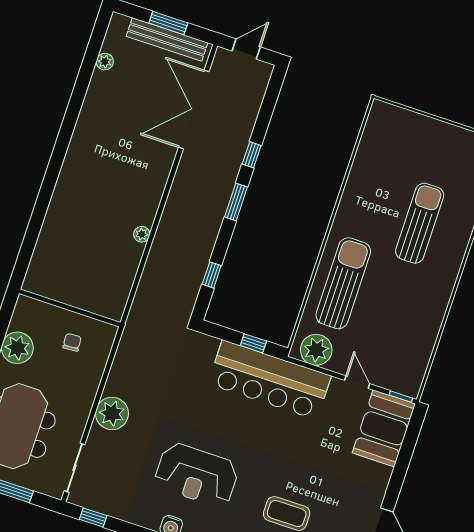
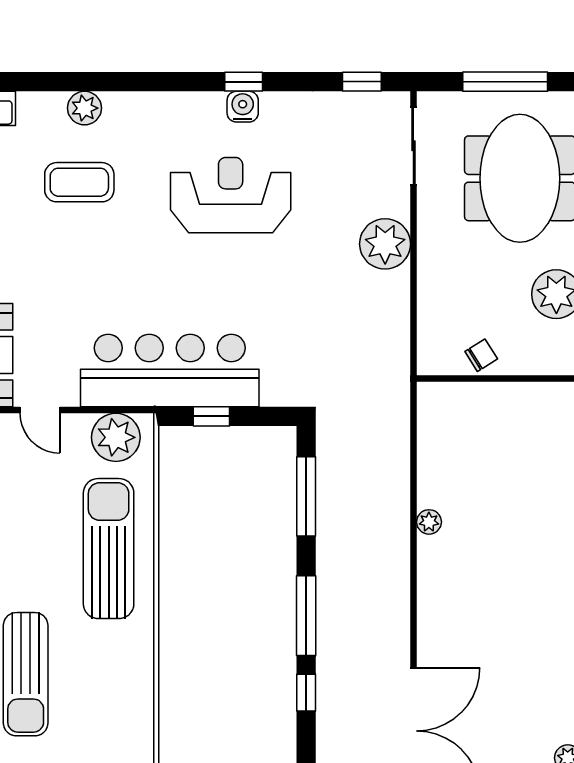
window: (236, 202) -> (306, 616), width x1.44
window: (212, 275) -> (306, 496), width x2.17
sun lounger: (343, 283) -> (109, 549), turned 180
chair: (72, 342) -> (481, 355), moved, turned -118

